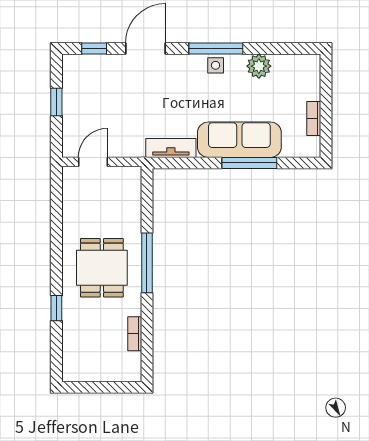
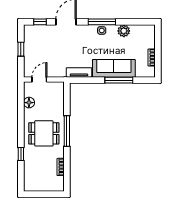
floor lamp: (73, 207) -> (29, 103), added
dining table: (102, 268) -> (44, 133), turned 90

